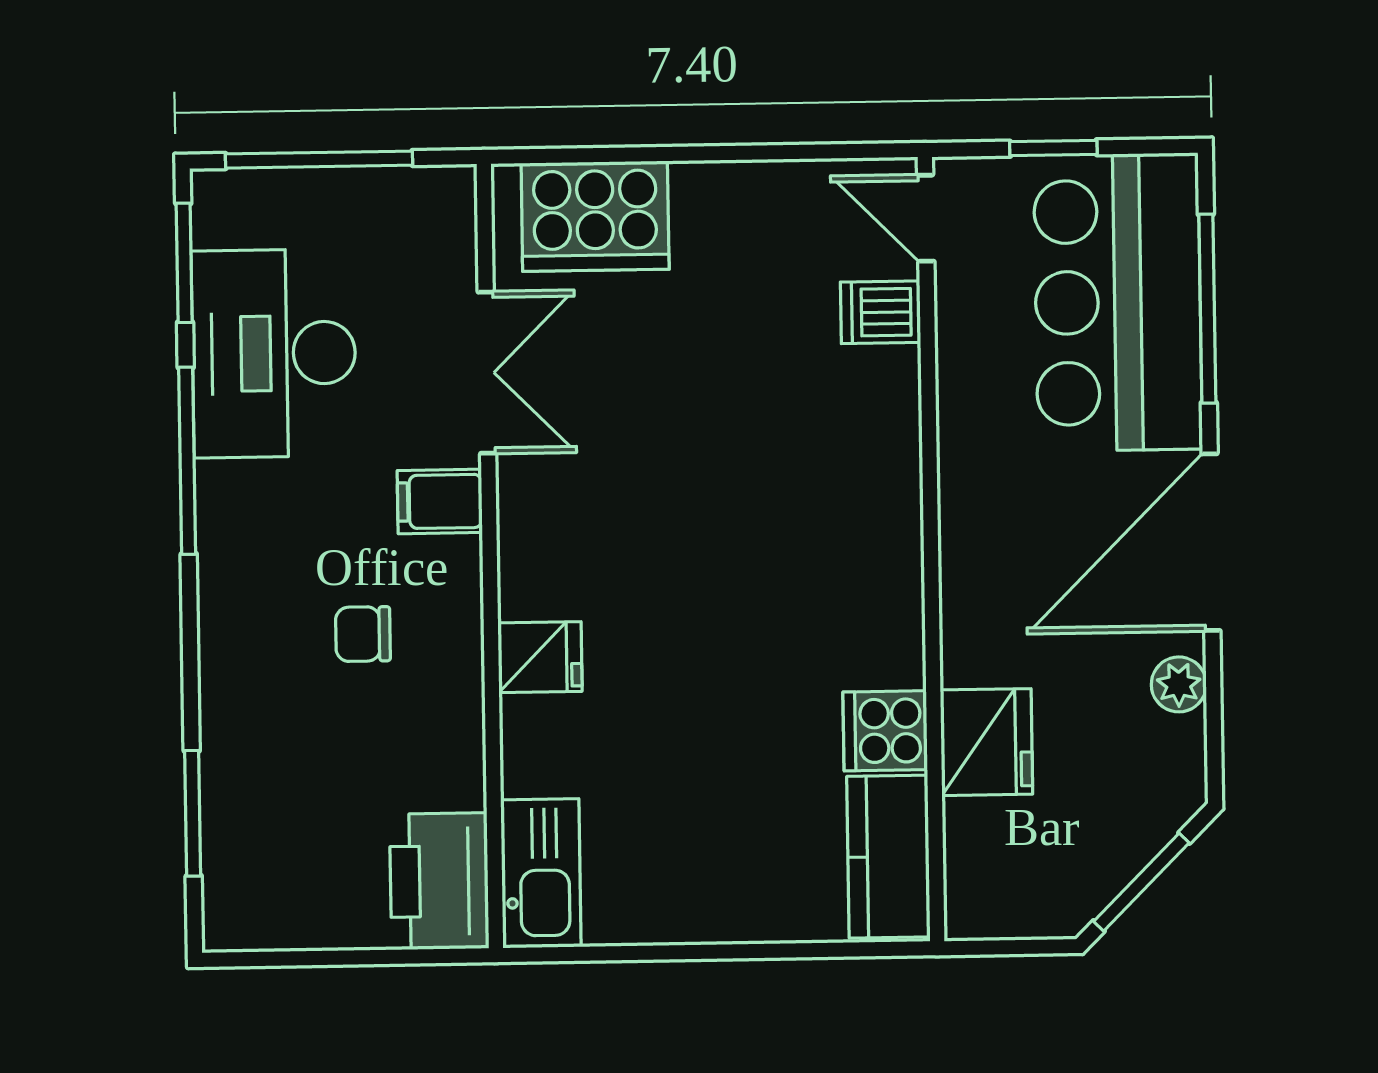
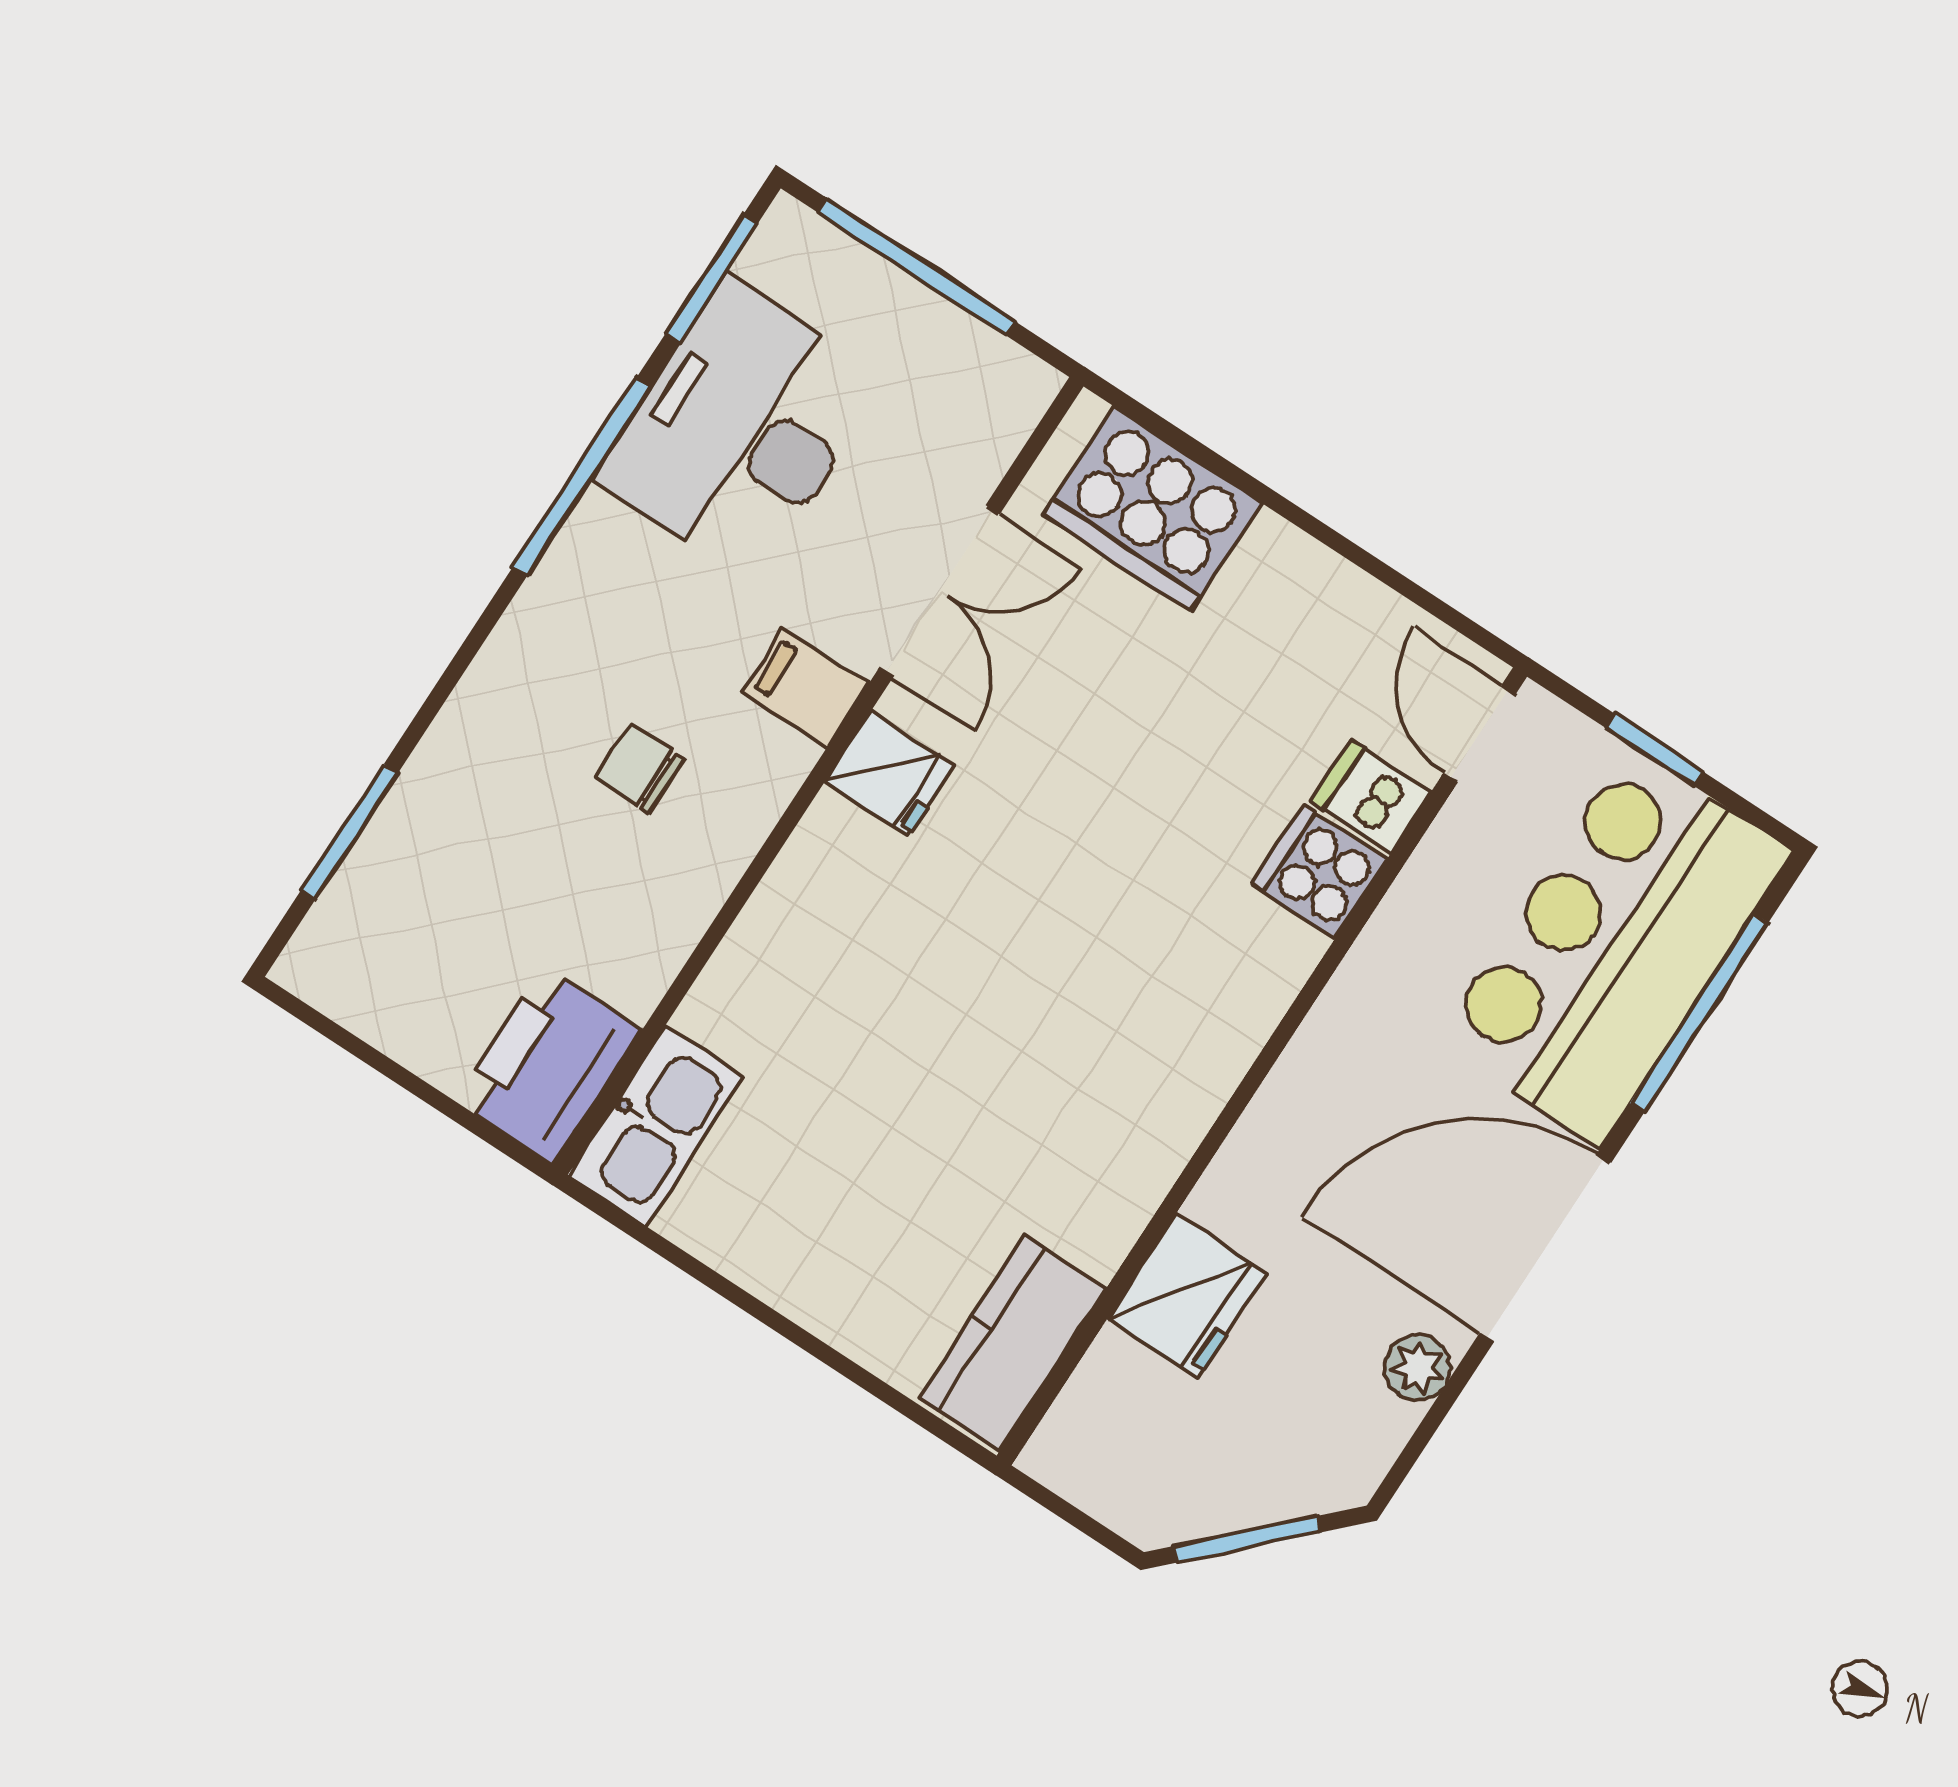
fridge: (540, 657) -> (890, 773), moved
cooker: (885, 731) -> (1320, 872), moved

